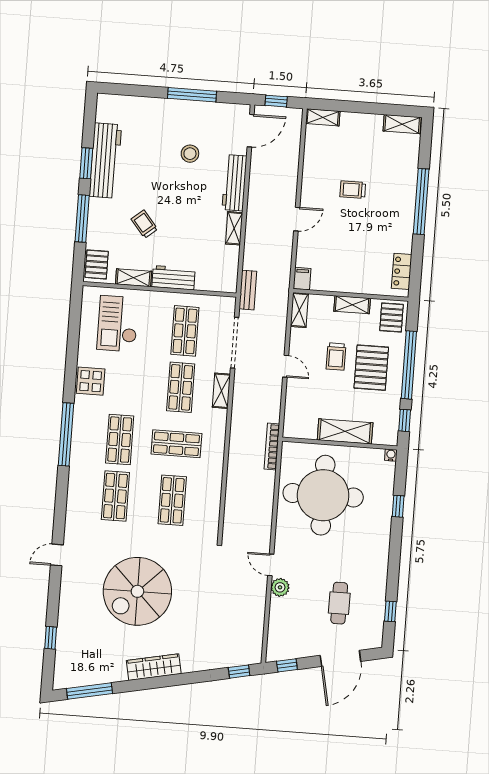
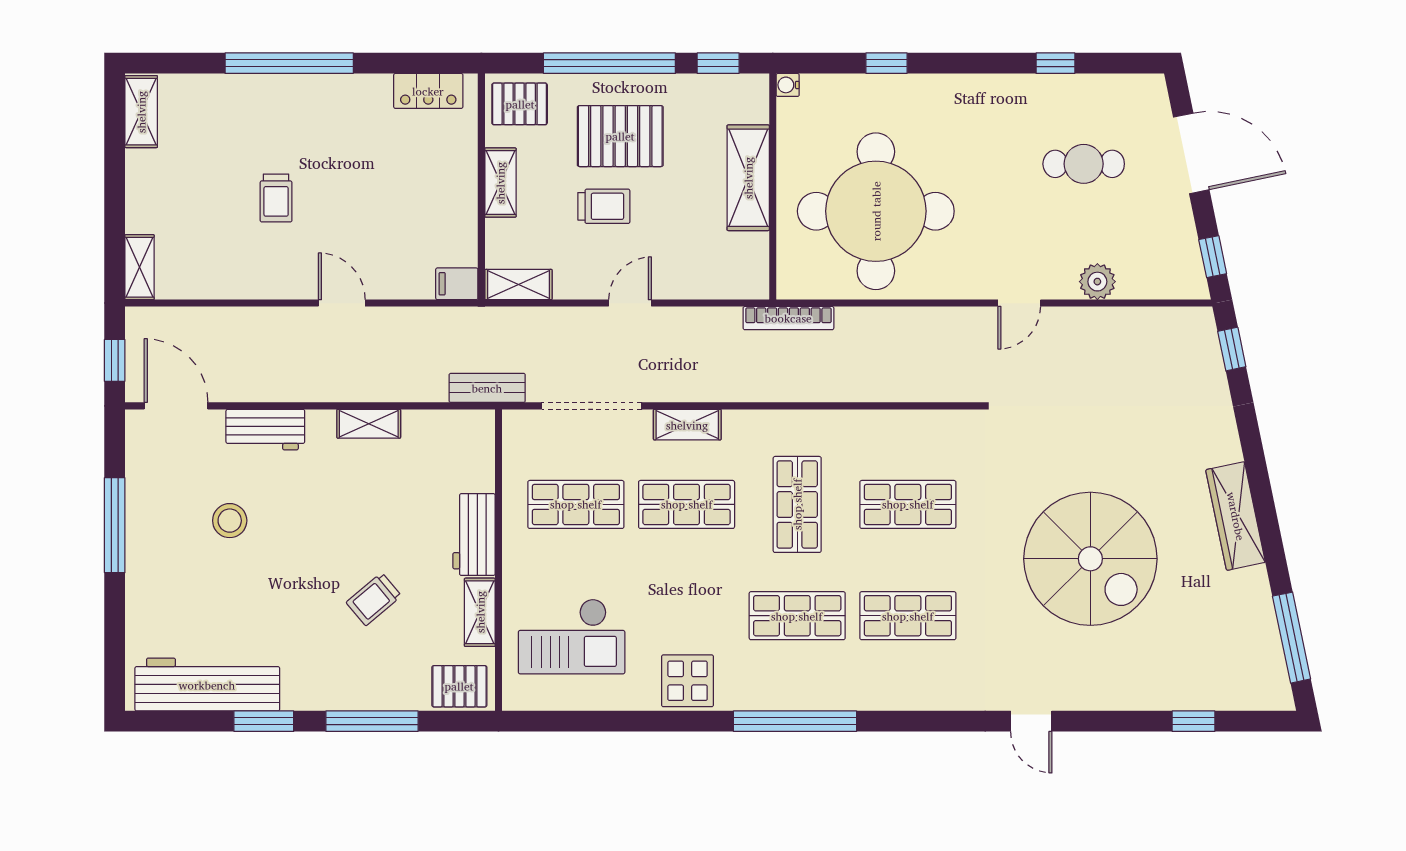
workbench: (105, 161) -> (207, 685), moved
workbench: (234, 183) -> (265, 430), width x0.73
plant: (280, 587) -> (1097, 282), moved
window: (390, 611) -> (1055, 63), moved

